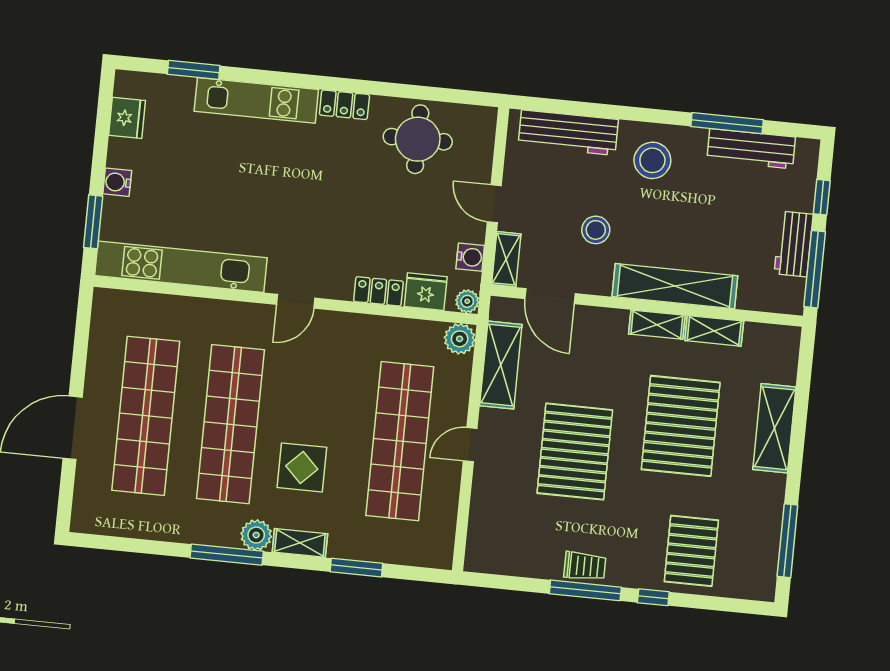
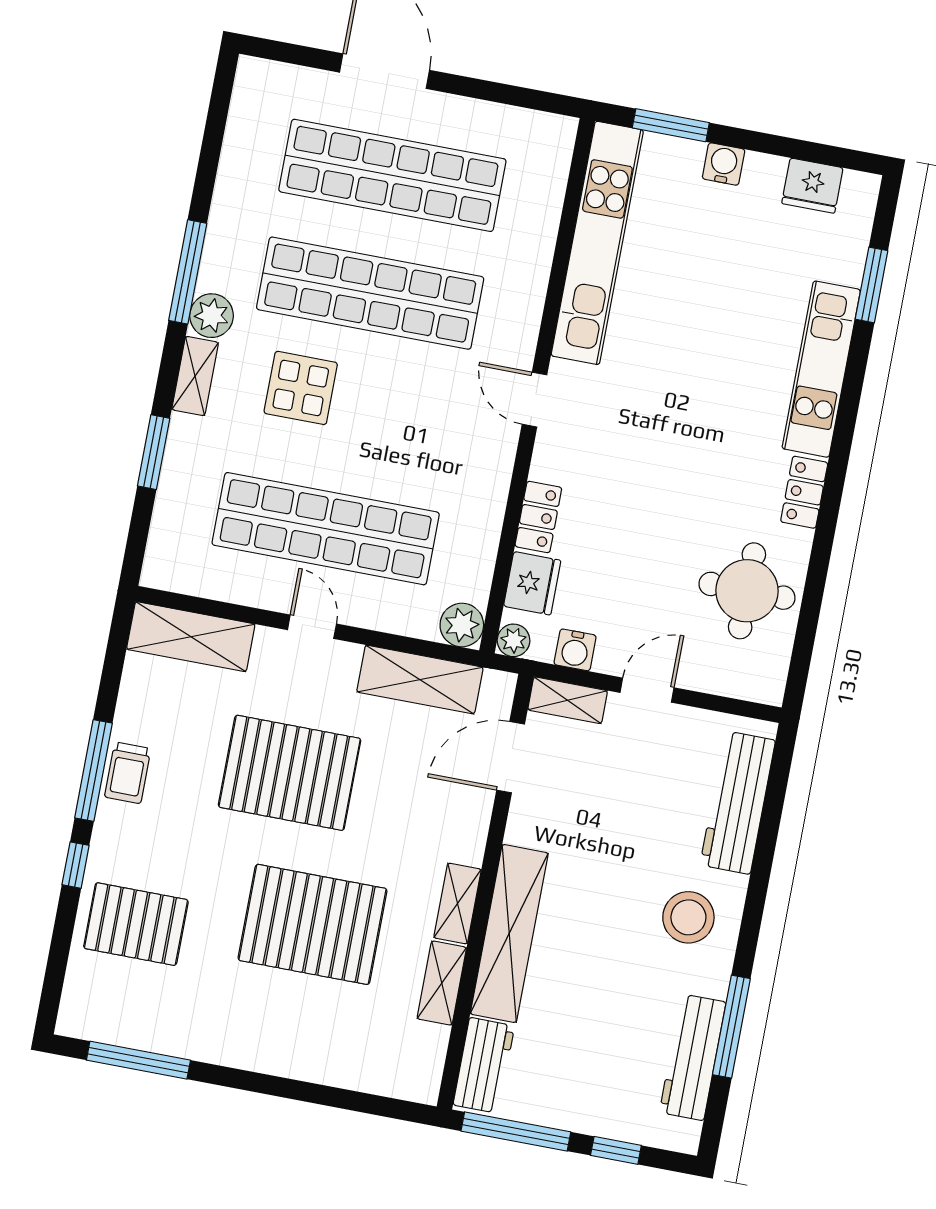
stool: (596, 230) -> (598, 829), removed
workbench: (794, 244) -> (484, 1065), moved, turned 90
shelving: (774, 428) -> (191, 637), moved

